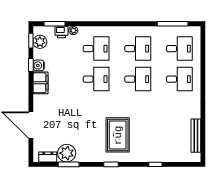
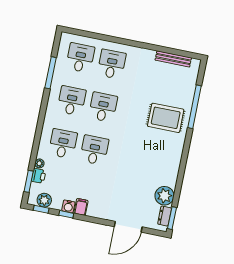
window: (173, 24) -> (51, 73), moved
filing cabinet: (41, 83) -> (81, 207), width x0.50
rug: (118, 135) -> (166, 118), moved
window: (69, 164) -> (172, 218), moved
window: (111, 164) -> (185, 152), removed
window: (155, 164) -> (194, 107), width x3.17

